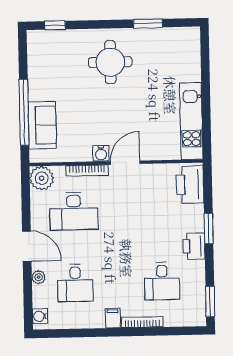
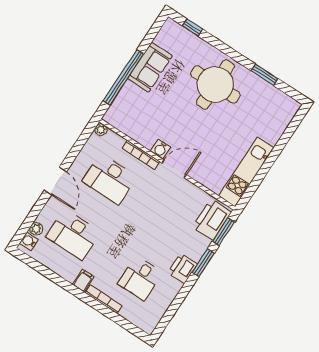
round table: (110, 62) -> (215, 84), width x1.36, depth x1.36
sofa: (42, 125) -> (150, 67), moved
plant: (42, 178) -> (101, 130), width x0.53, depth x0.53
plant: (38, 277) -> (36, 229), moved
desk: (75, 283) -> (73, 234), width x1.37
window: (210, 301) -> (223, 232), moved

